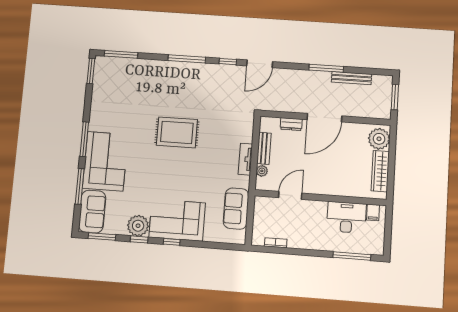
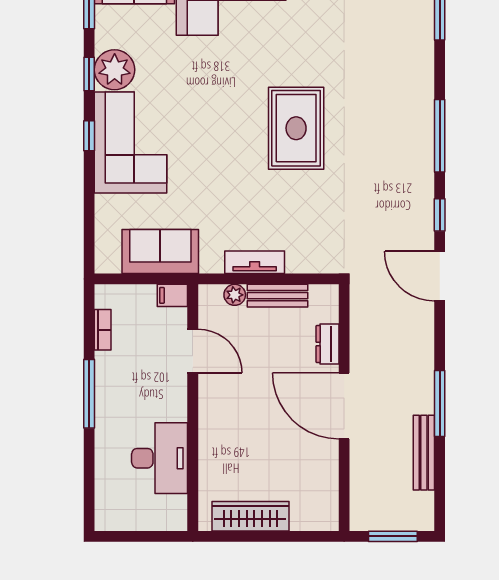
plant: (379, 139) -> (311, 511), removed
filing cabinet: (373, 212) -> (172, 295), moved
window: (352, 256) -> (89, 394), moved

